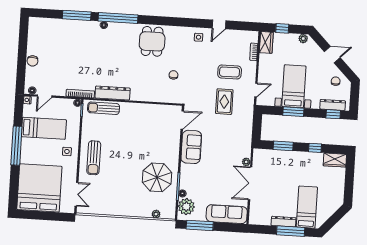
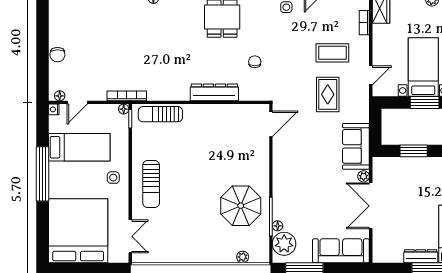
dresser: (113, 93) -> (214, 92), moved
sofa: (191, 147) -> (356, 146), moved, turned 180

